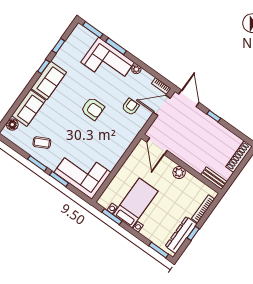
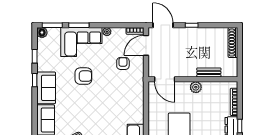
floor lamp: (79, 30) -> (42, 32), added
armchair: (93, 109) -> (83, 76), moved
bench: (214, 178) -> (209, 72), moved

